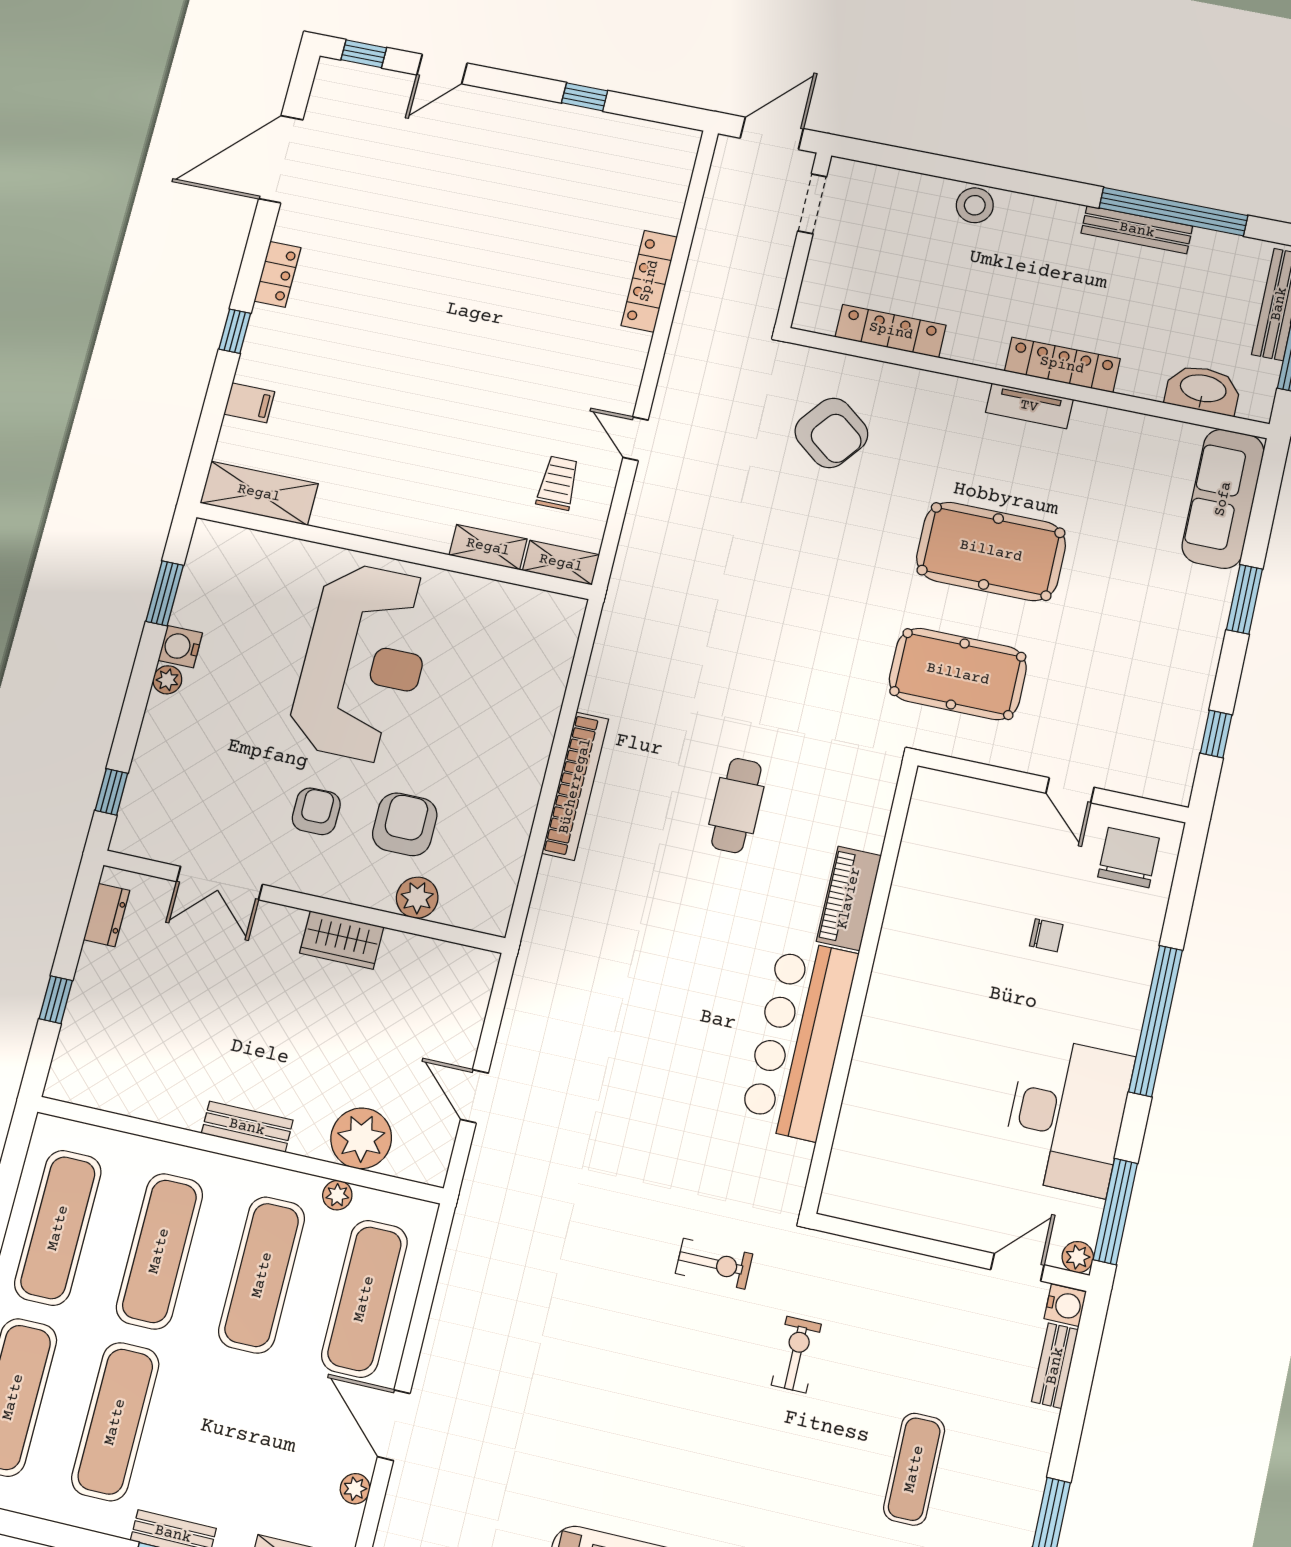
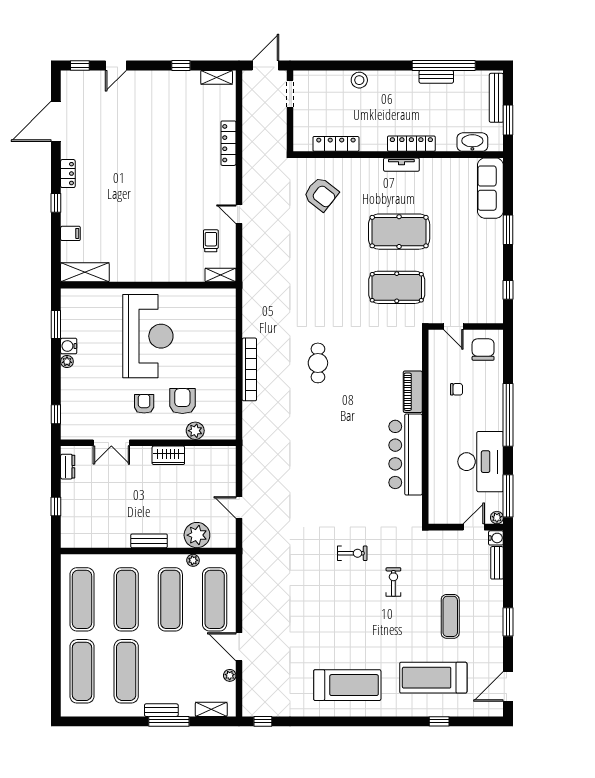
bench: (1137, 230) -> (436, 77), width x0.73
shelving: (488, 547) -> (217, 77), moved
piano: (849, 898) -> (413, 392), moved
wall: (860, 985) -> (425, 427), moved
bar counter: (799, 1039) -> (406, 454), moved

